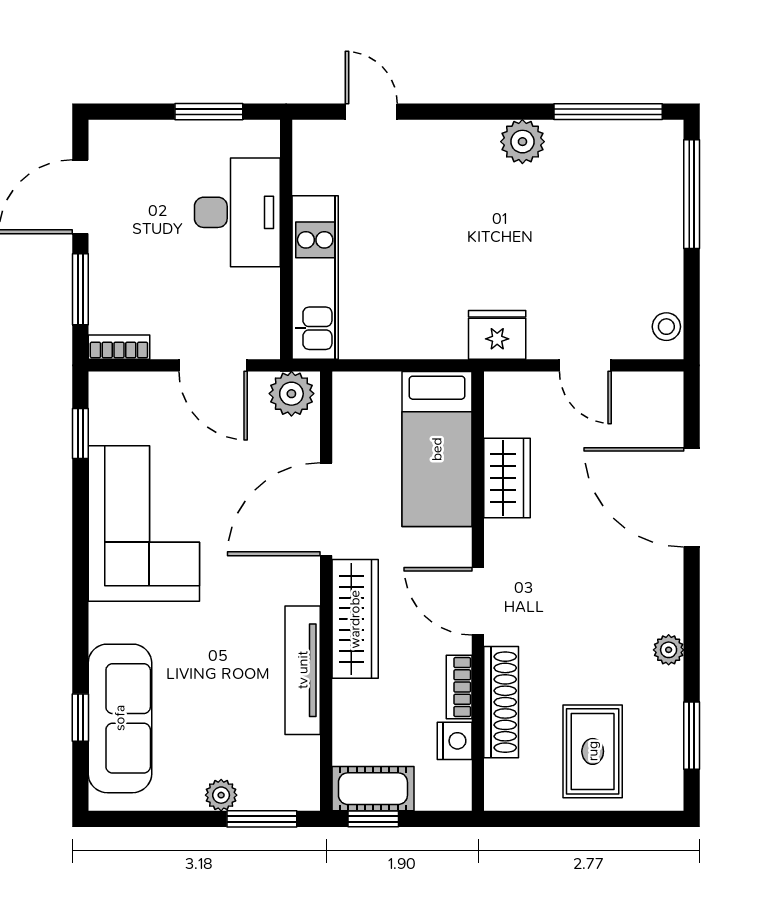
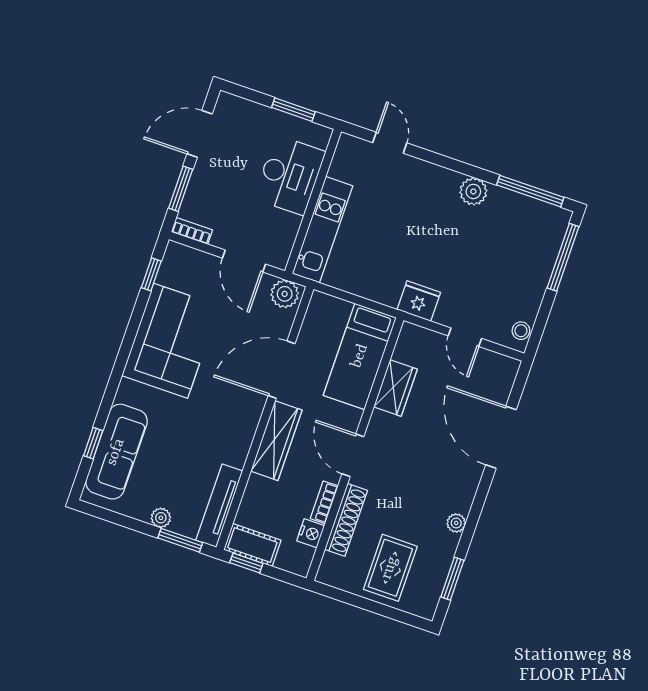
tv unit: (303, 670) -> (219, 506), moved

